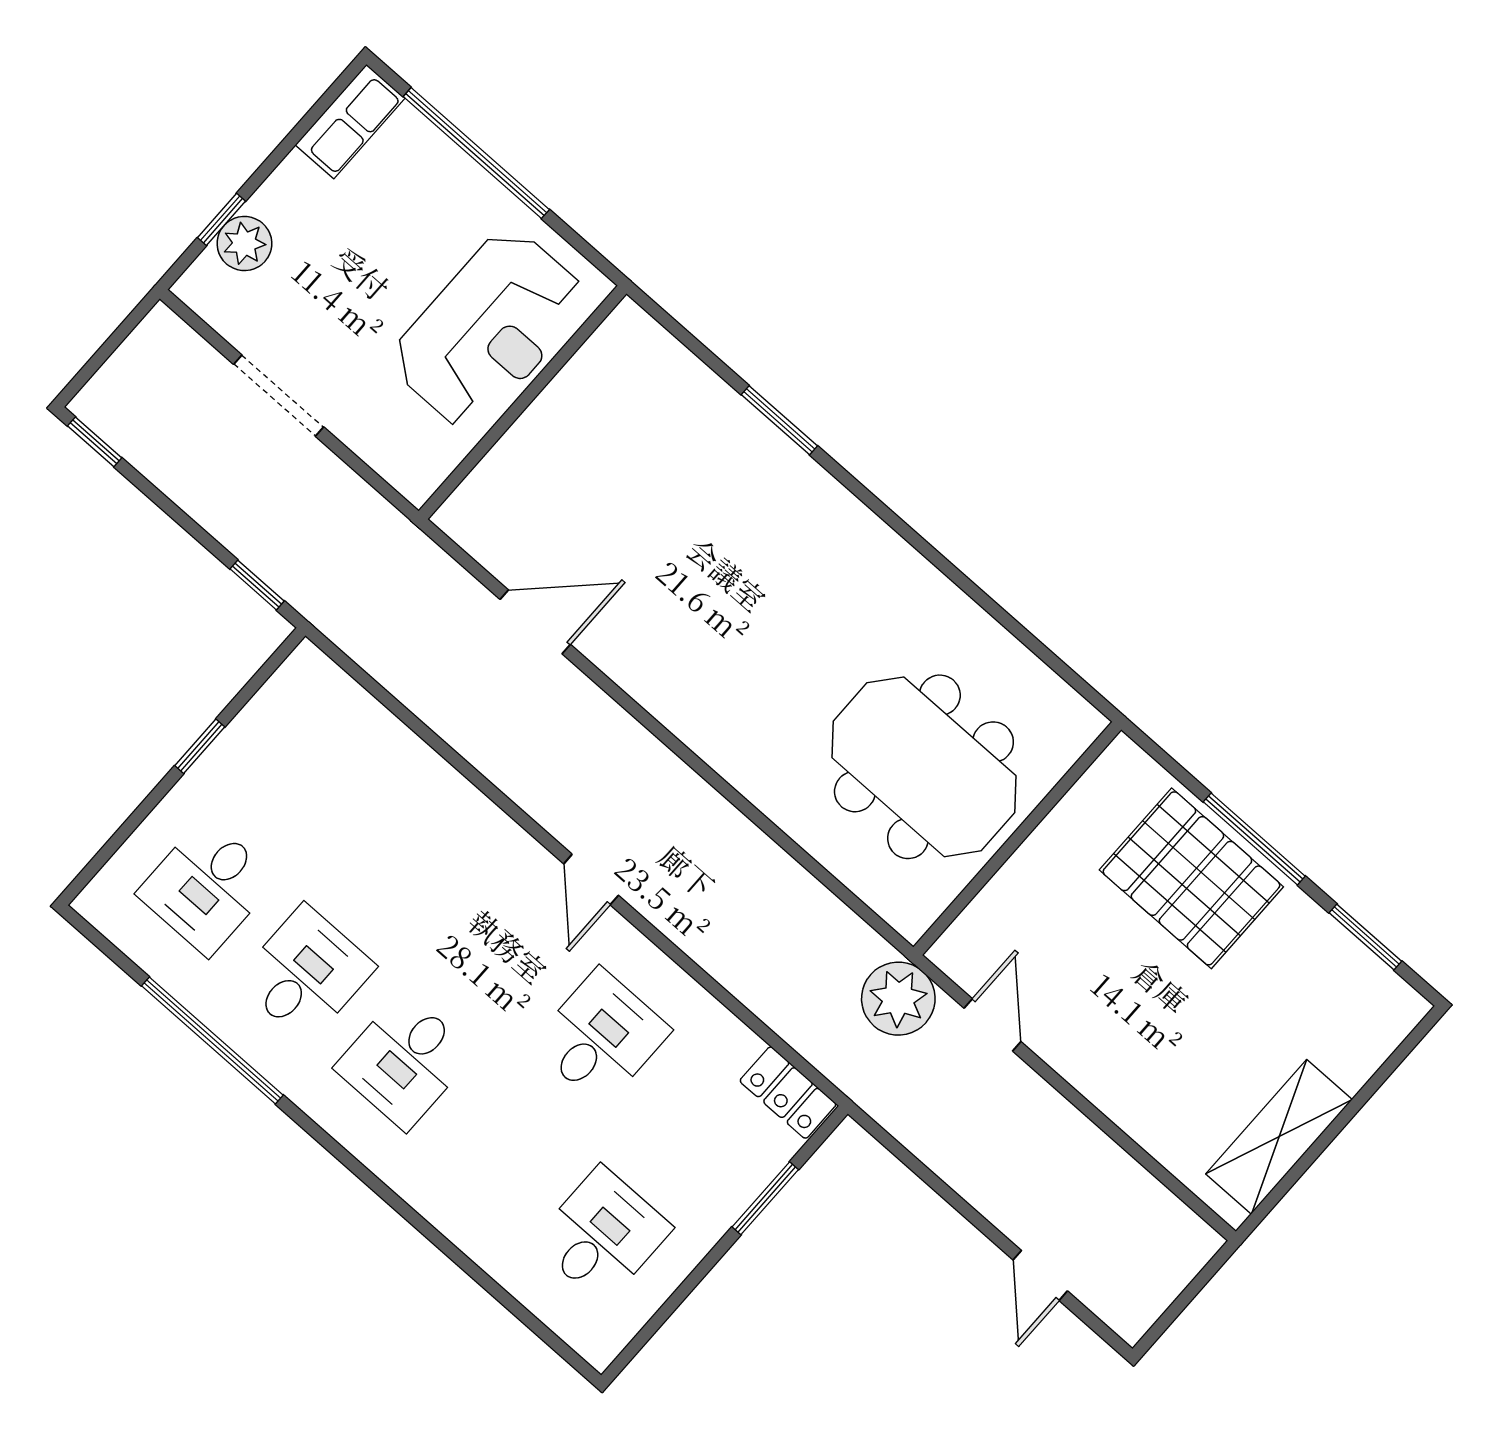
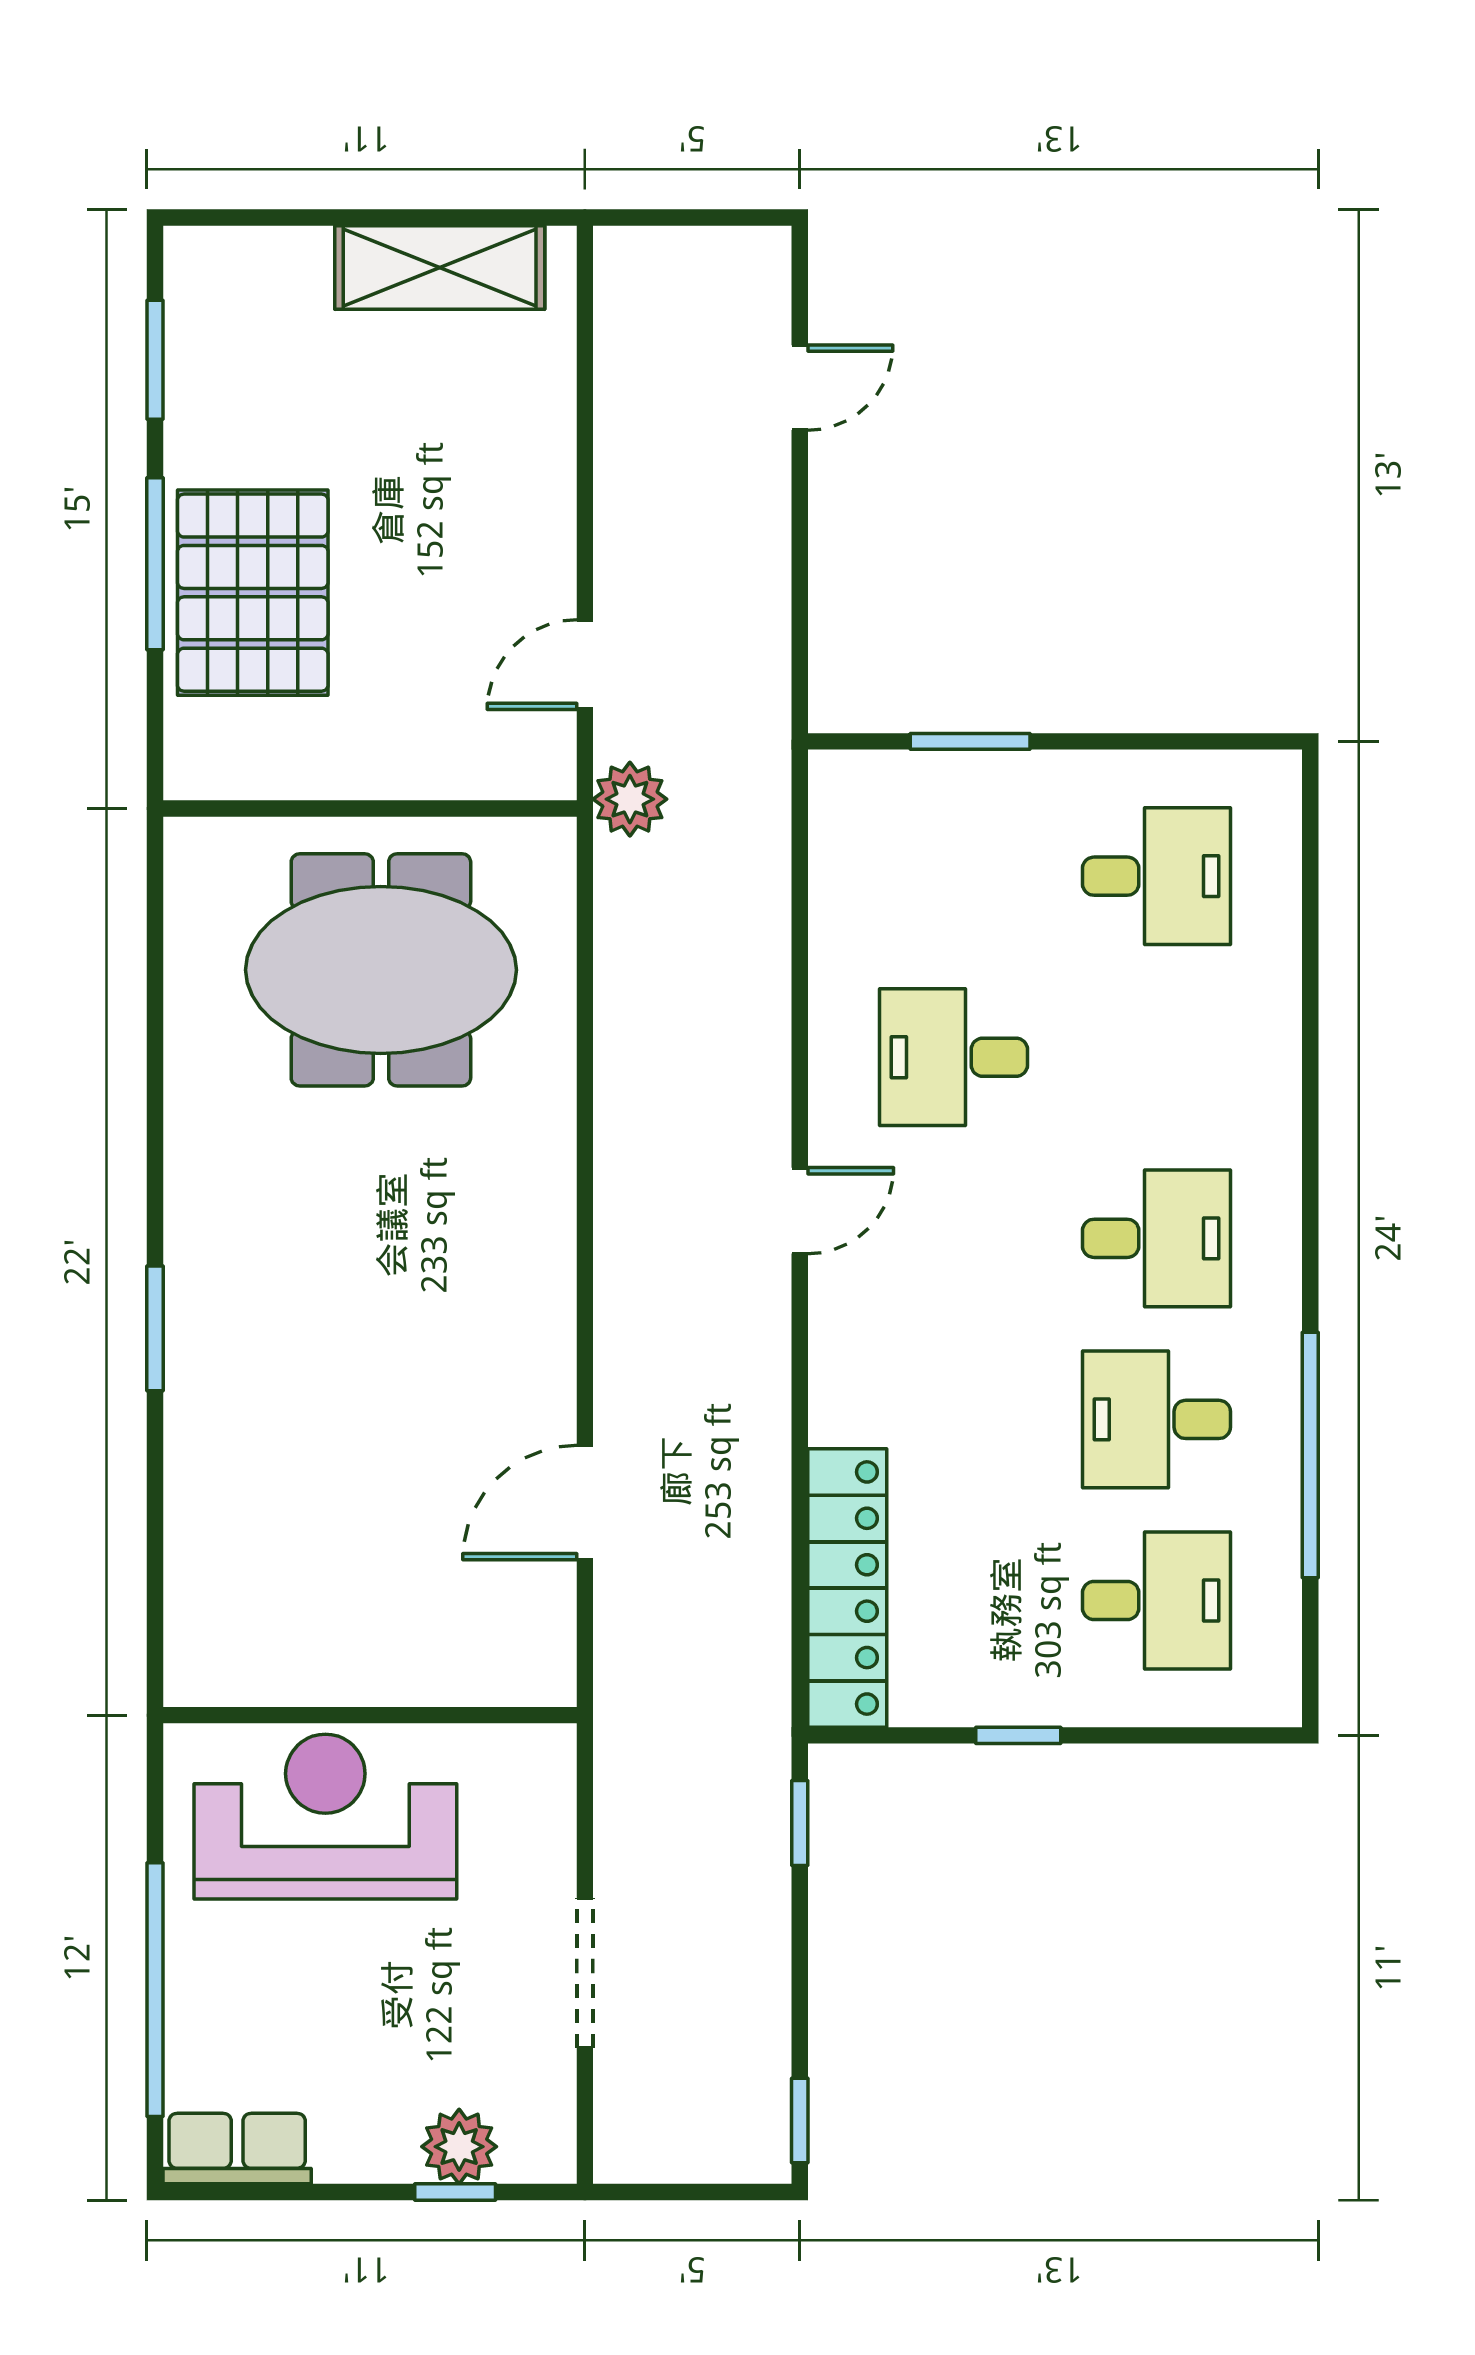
window: (779, 420) -> (155, 1328), moved
door: (535, 622) -> (585, 1503), hinge flipped
meeting table: (924, 767) -> (381, 970), turned 90
plant: (898, 999) -> (630, 799), width x0.73, depth x0.73
locker: (788, 1093) -> (847, 1588), moved, width x2.16, depth x1.21
desk: (602, 1235) -> (1156, 876), turned 180

